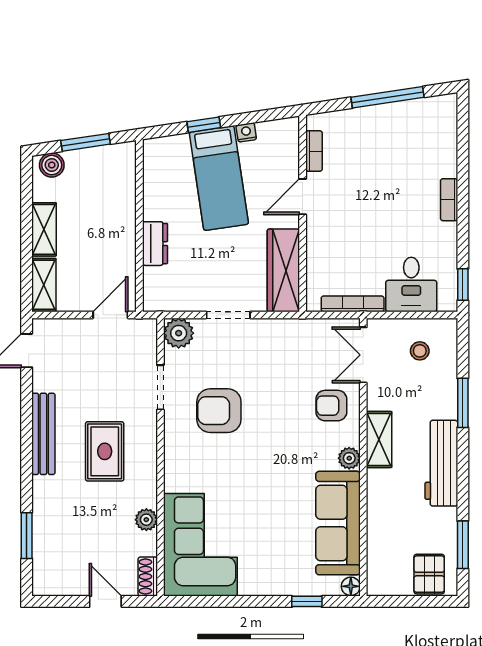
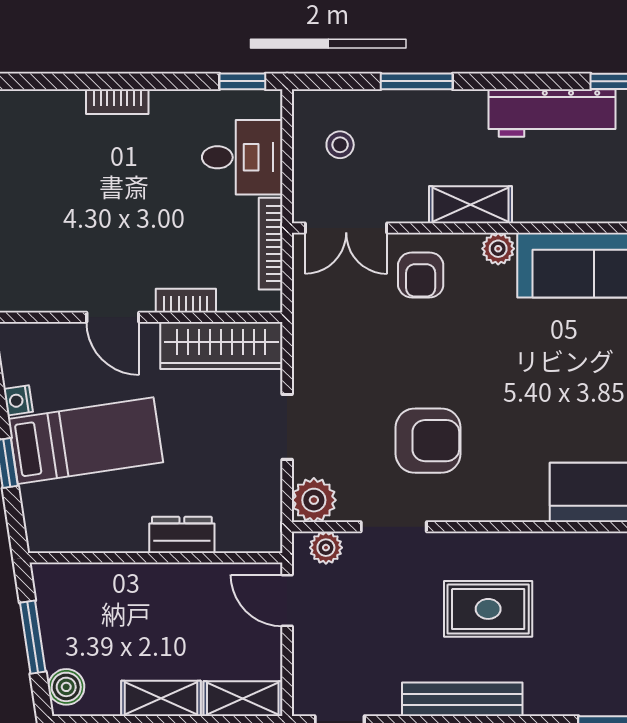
bookcase: (314, 151) -> (186, 301), moved
armchair: (219, 411) -> (428, 441), turned -90
workbench: (441, 463) -> (552, 113), moved
plant: (146, 520) -> (326, 548), moved

